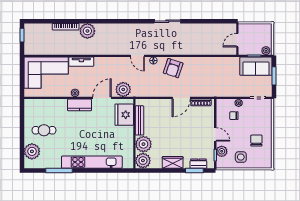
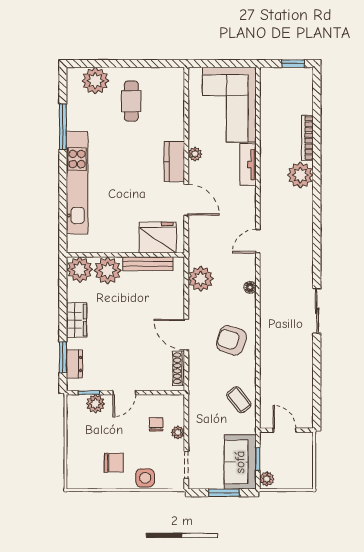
door: (137, 56) -> (258, 241), moved
coffee table: (219, 67) -> (239, 400), added
armchair: (173, 68) -> (231, 340), moved
plant: (123, 89) -> (201, 279), moved
side table: (241, 157) -> (145, 478), moved

